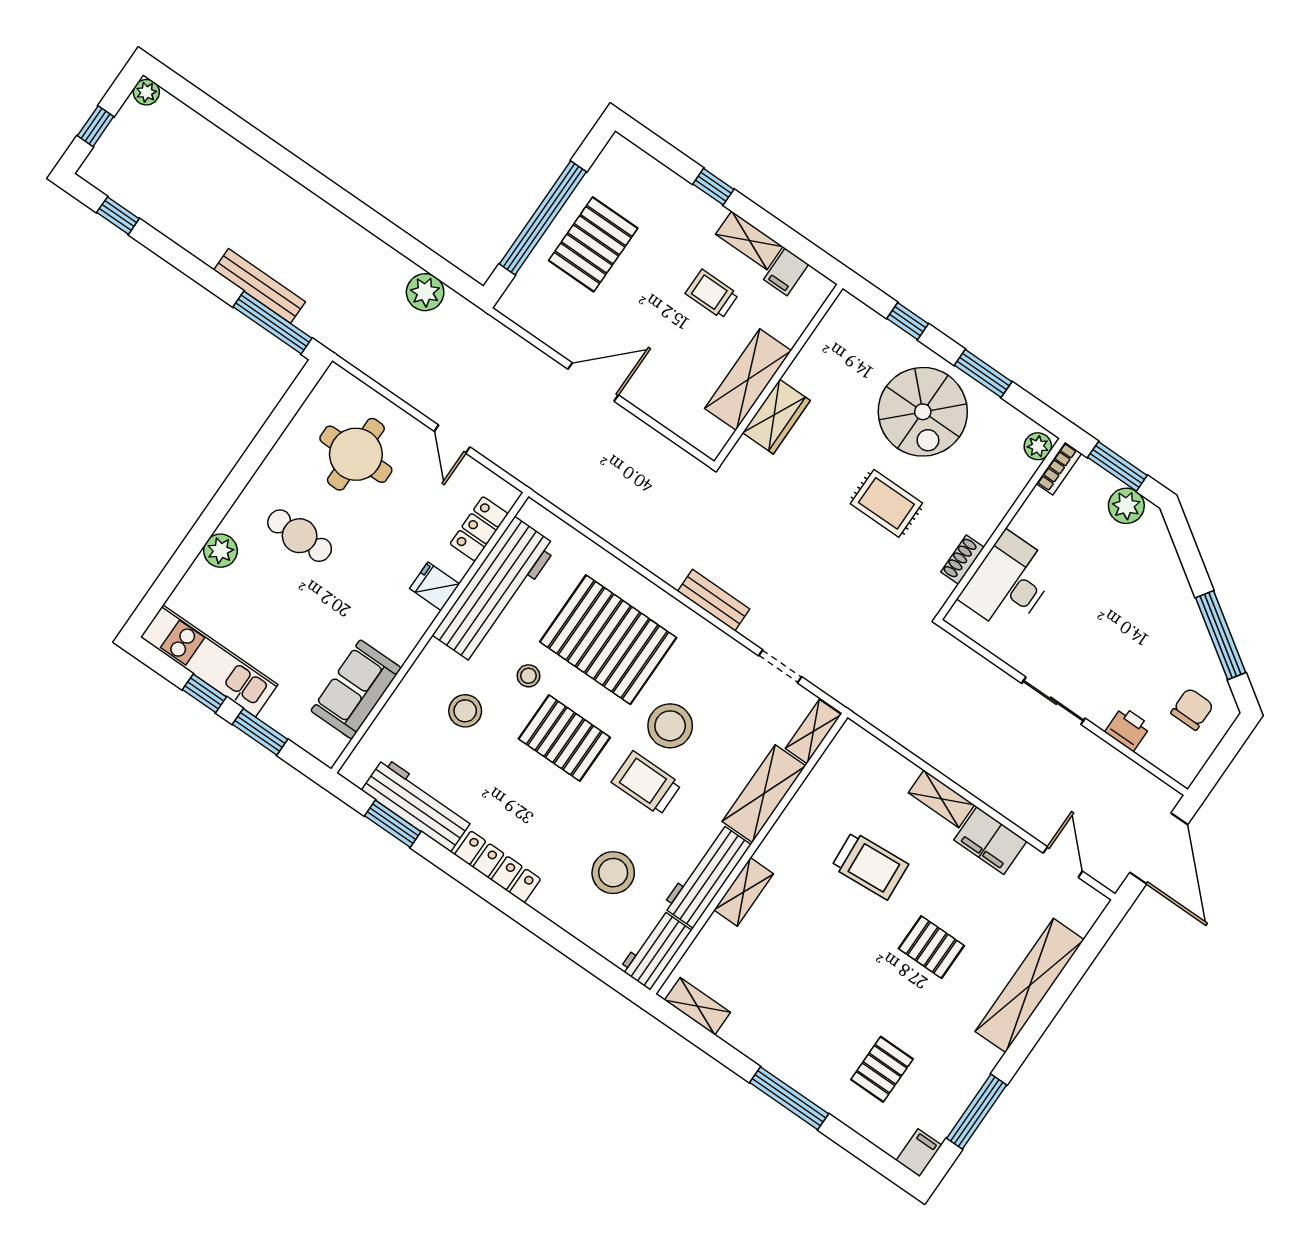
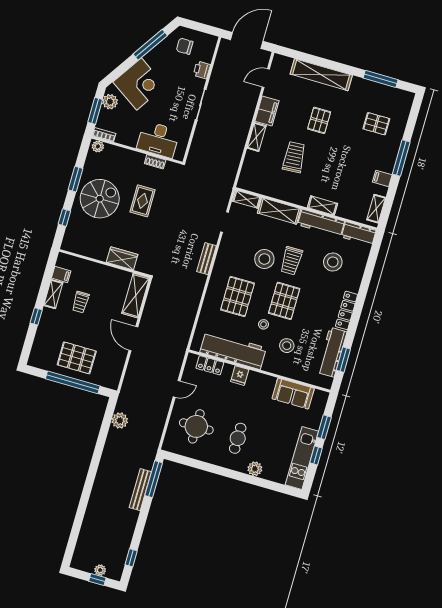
plant: (146, 92) -> (100, 570), moved
shelving: (748, 379) -> (136, 296), moved, turned 90
corner desk: (1143, 582) -> (139, 84), added
pallet: (608, 640) -> (238, 297), width x0.73, depth x0.71
filing cabinet: (919, 1153) -> (382, 178), moved

